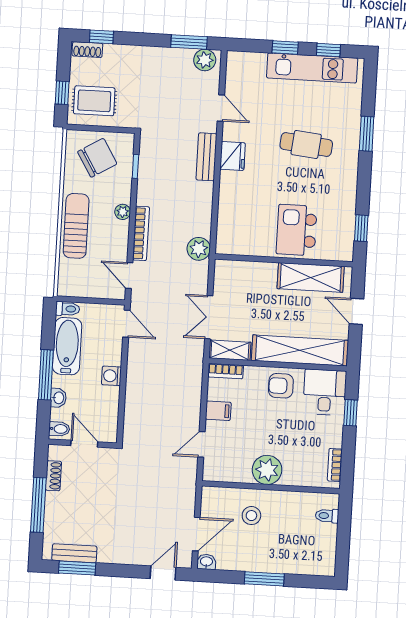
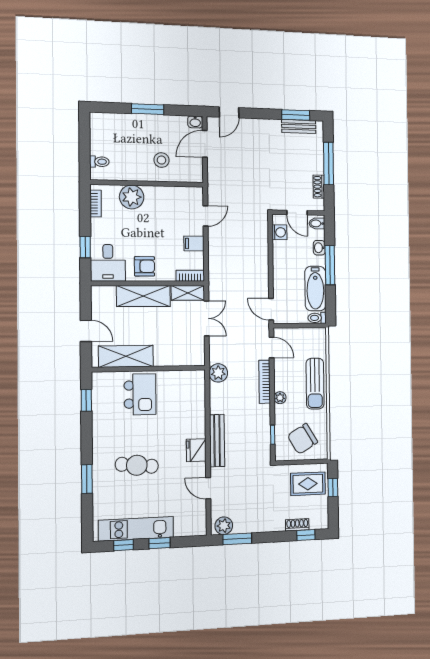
shoe rack: (87, 50) -> (297, 525), moved
bench: (206, 157) -> (217, 441), width x1.36
shelving: (300, 350) -> (143, 296), width x0.68
washing machine: (111, 376) -> (279, 232), moved
plant: (267, 470) -> (132, 197), moved

